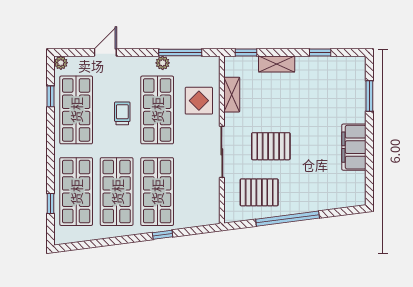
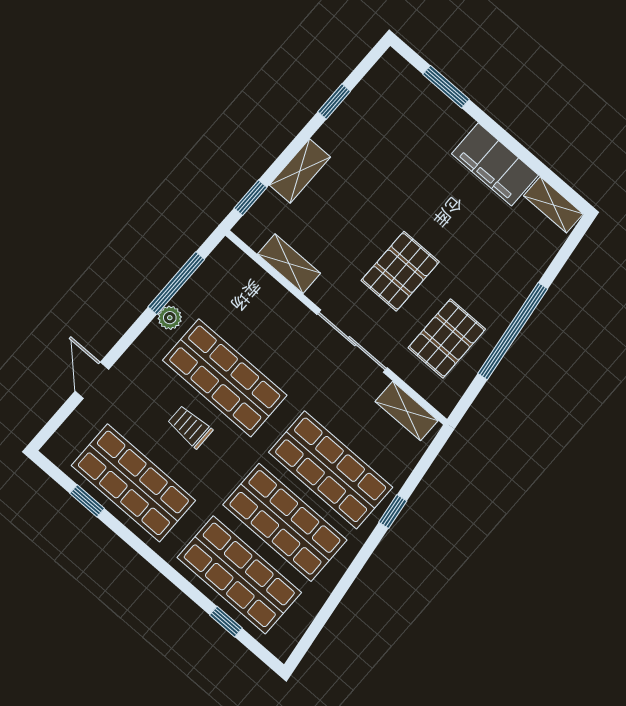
plant: (61, 63) -> (55, 450), removed
display table: (199, 101) -> (260, 313), removed
shelving: (359, 188) -> (553, 205), added
shelving: (212, 202) -> (407, 411), added

